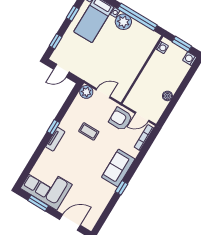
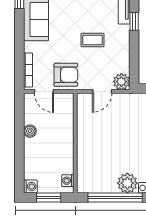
door: (142, 117) -> (44, 91), swing flipped

